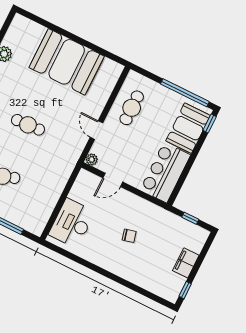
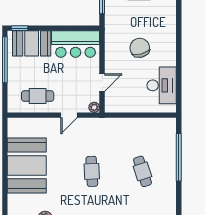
door: (113, 180) -> (102, 83), hinge flipped
desk: (72, 223) -> (162, 85), moved, turned -90
chair: (129, 236) -> (140, 48), width x1.87, depth x1.87

